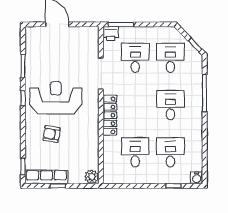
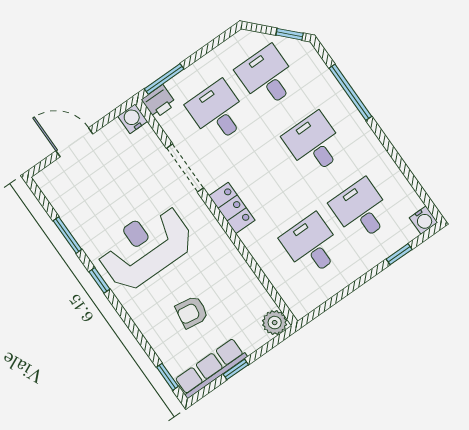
water cooler: (93, 33) -> (133, 119), added
locker: (110, 115) -> (232, 208), width x0.66
armchair: (52, 134) -> (192, 312), moved

